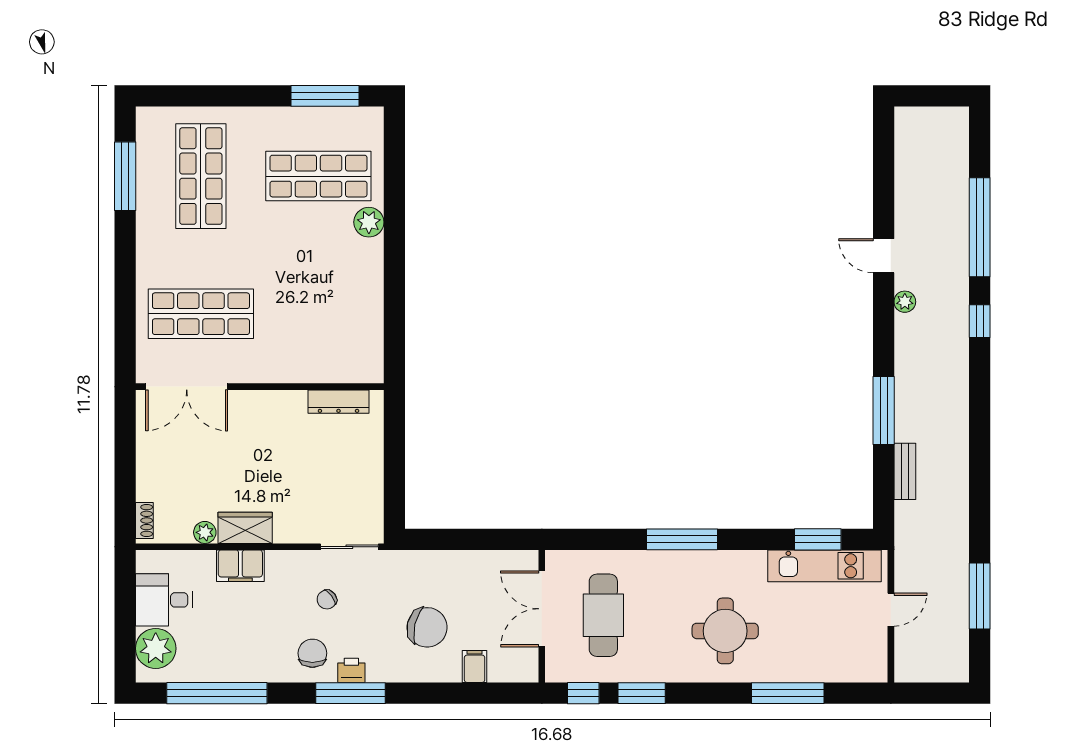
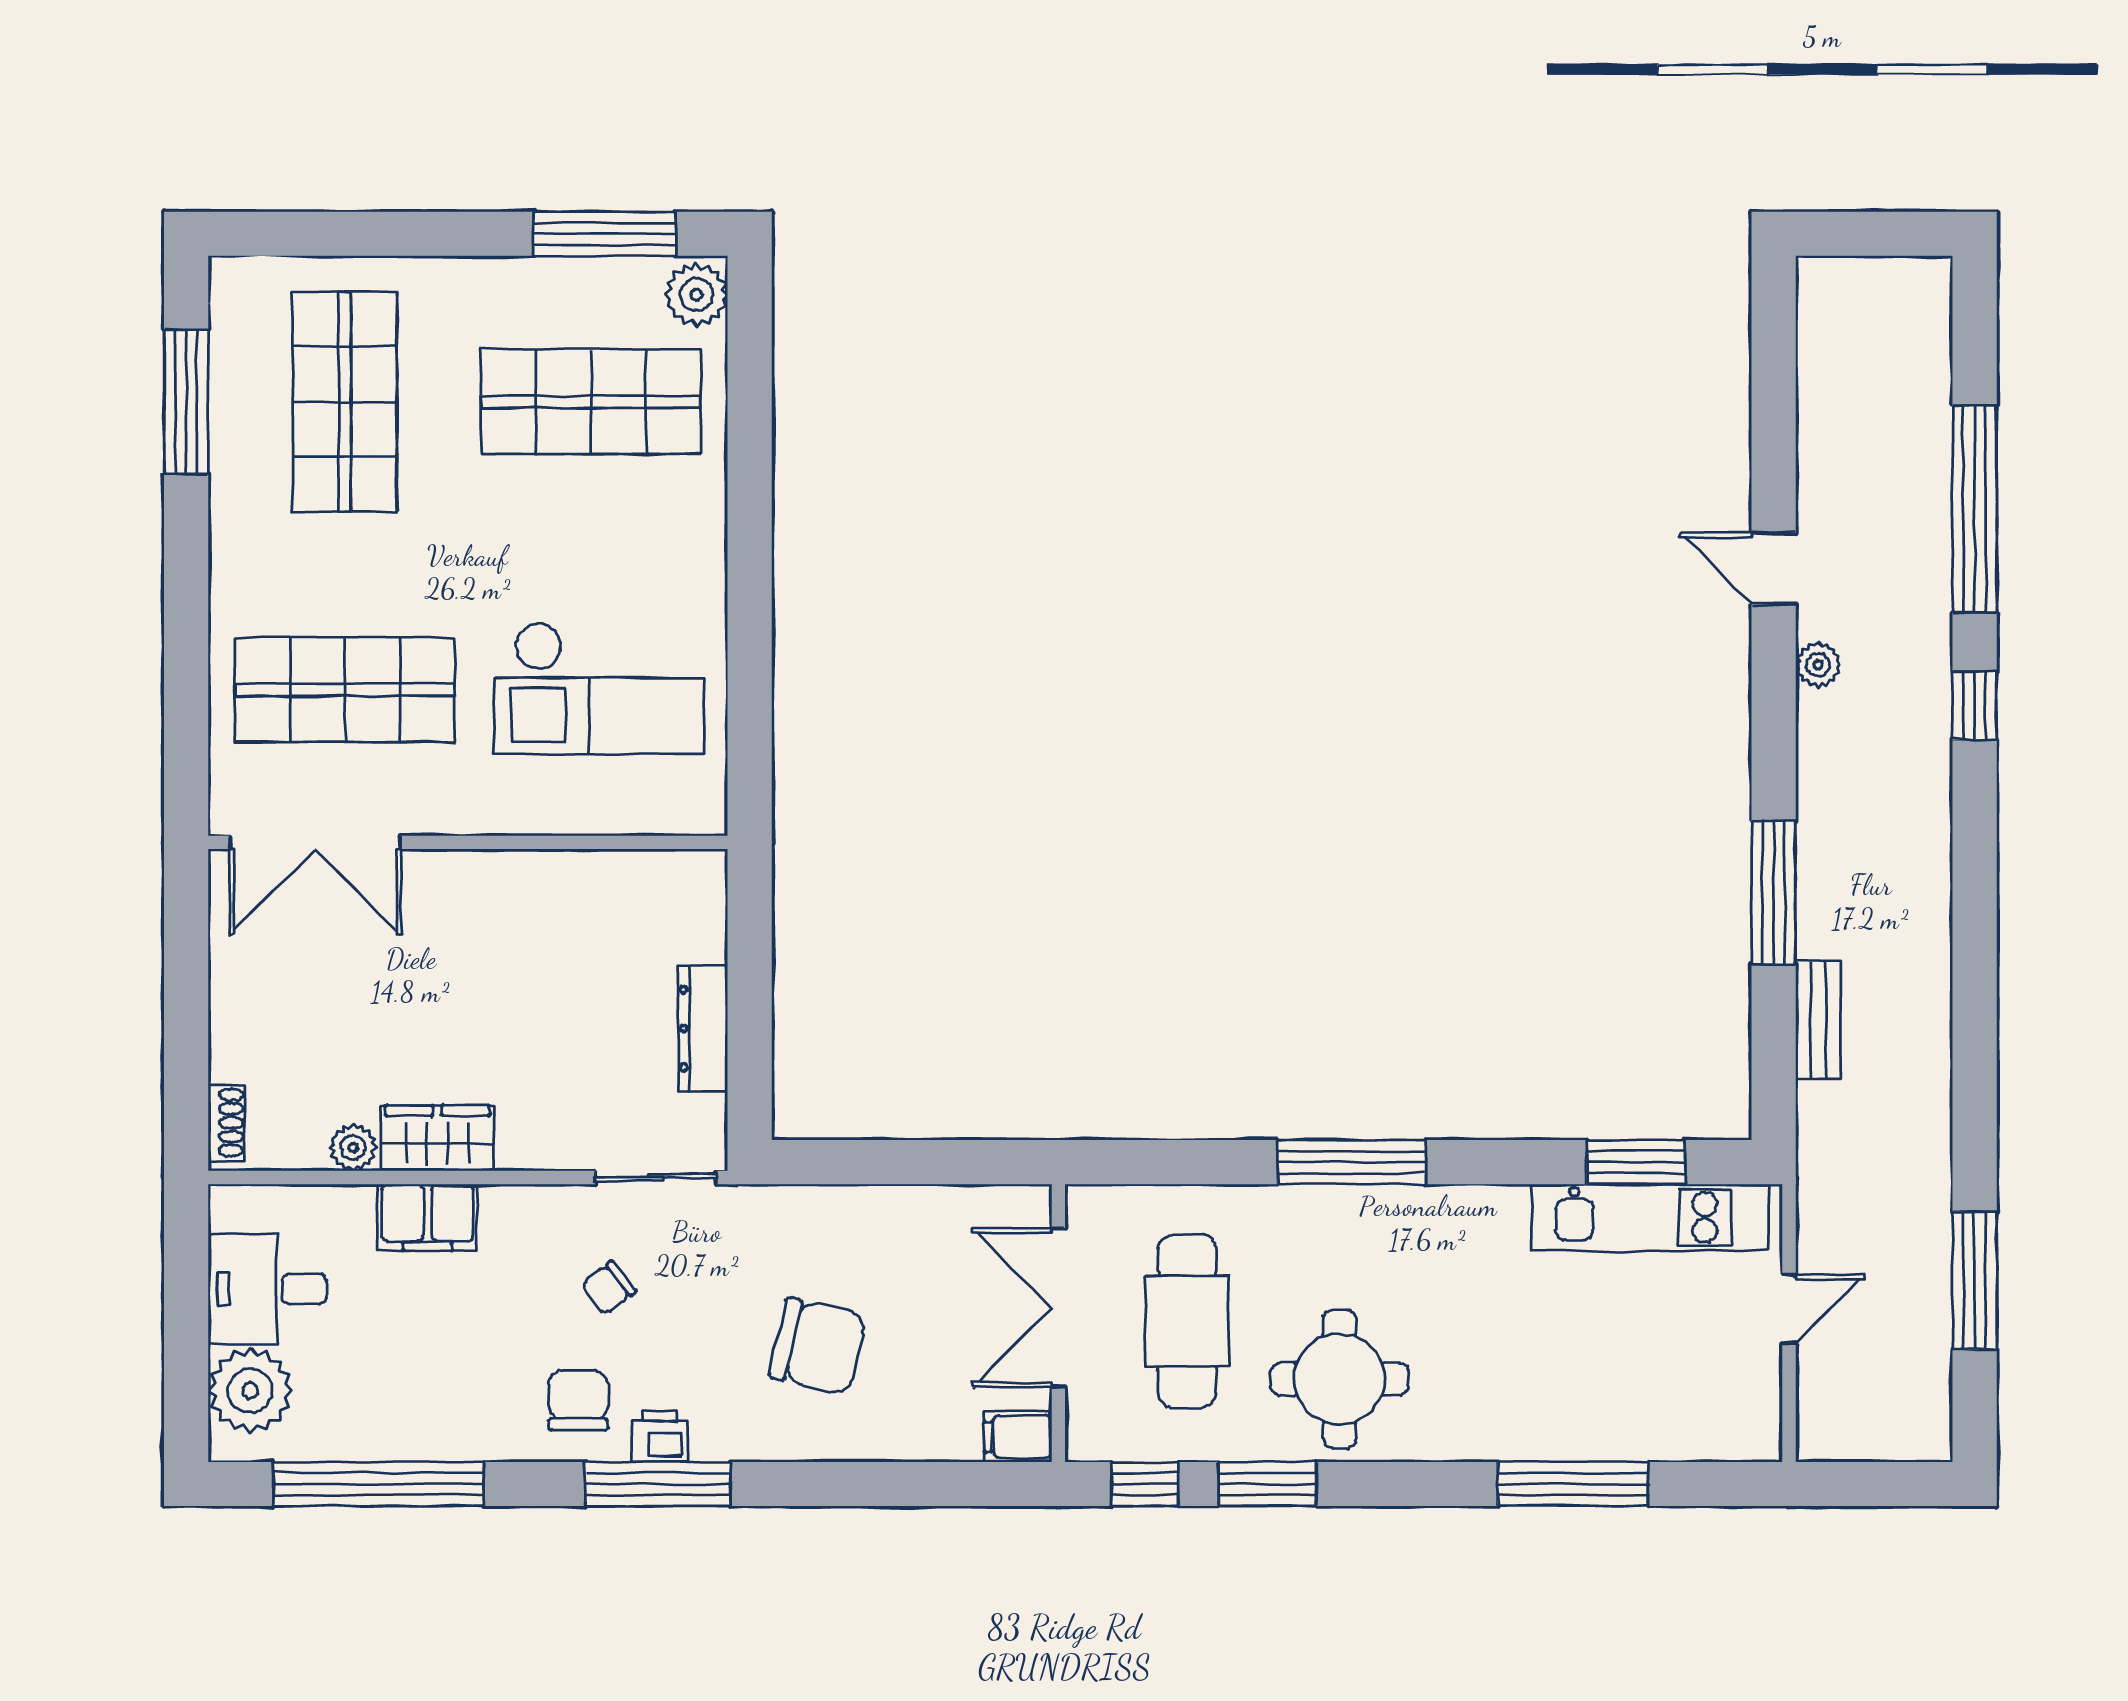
plant: (369, 222) -> (696, 295), moved
checkout: (323, 313) -> (599, 688), added
dresser: (338, 402) -> (703, 1029), moved, turned 90
round table: (725, 631) -> (1340, 1379), moved
filing cabinet: (475, 666) -> (1018, 1437), moved, turned -90

